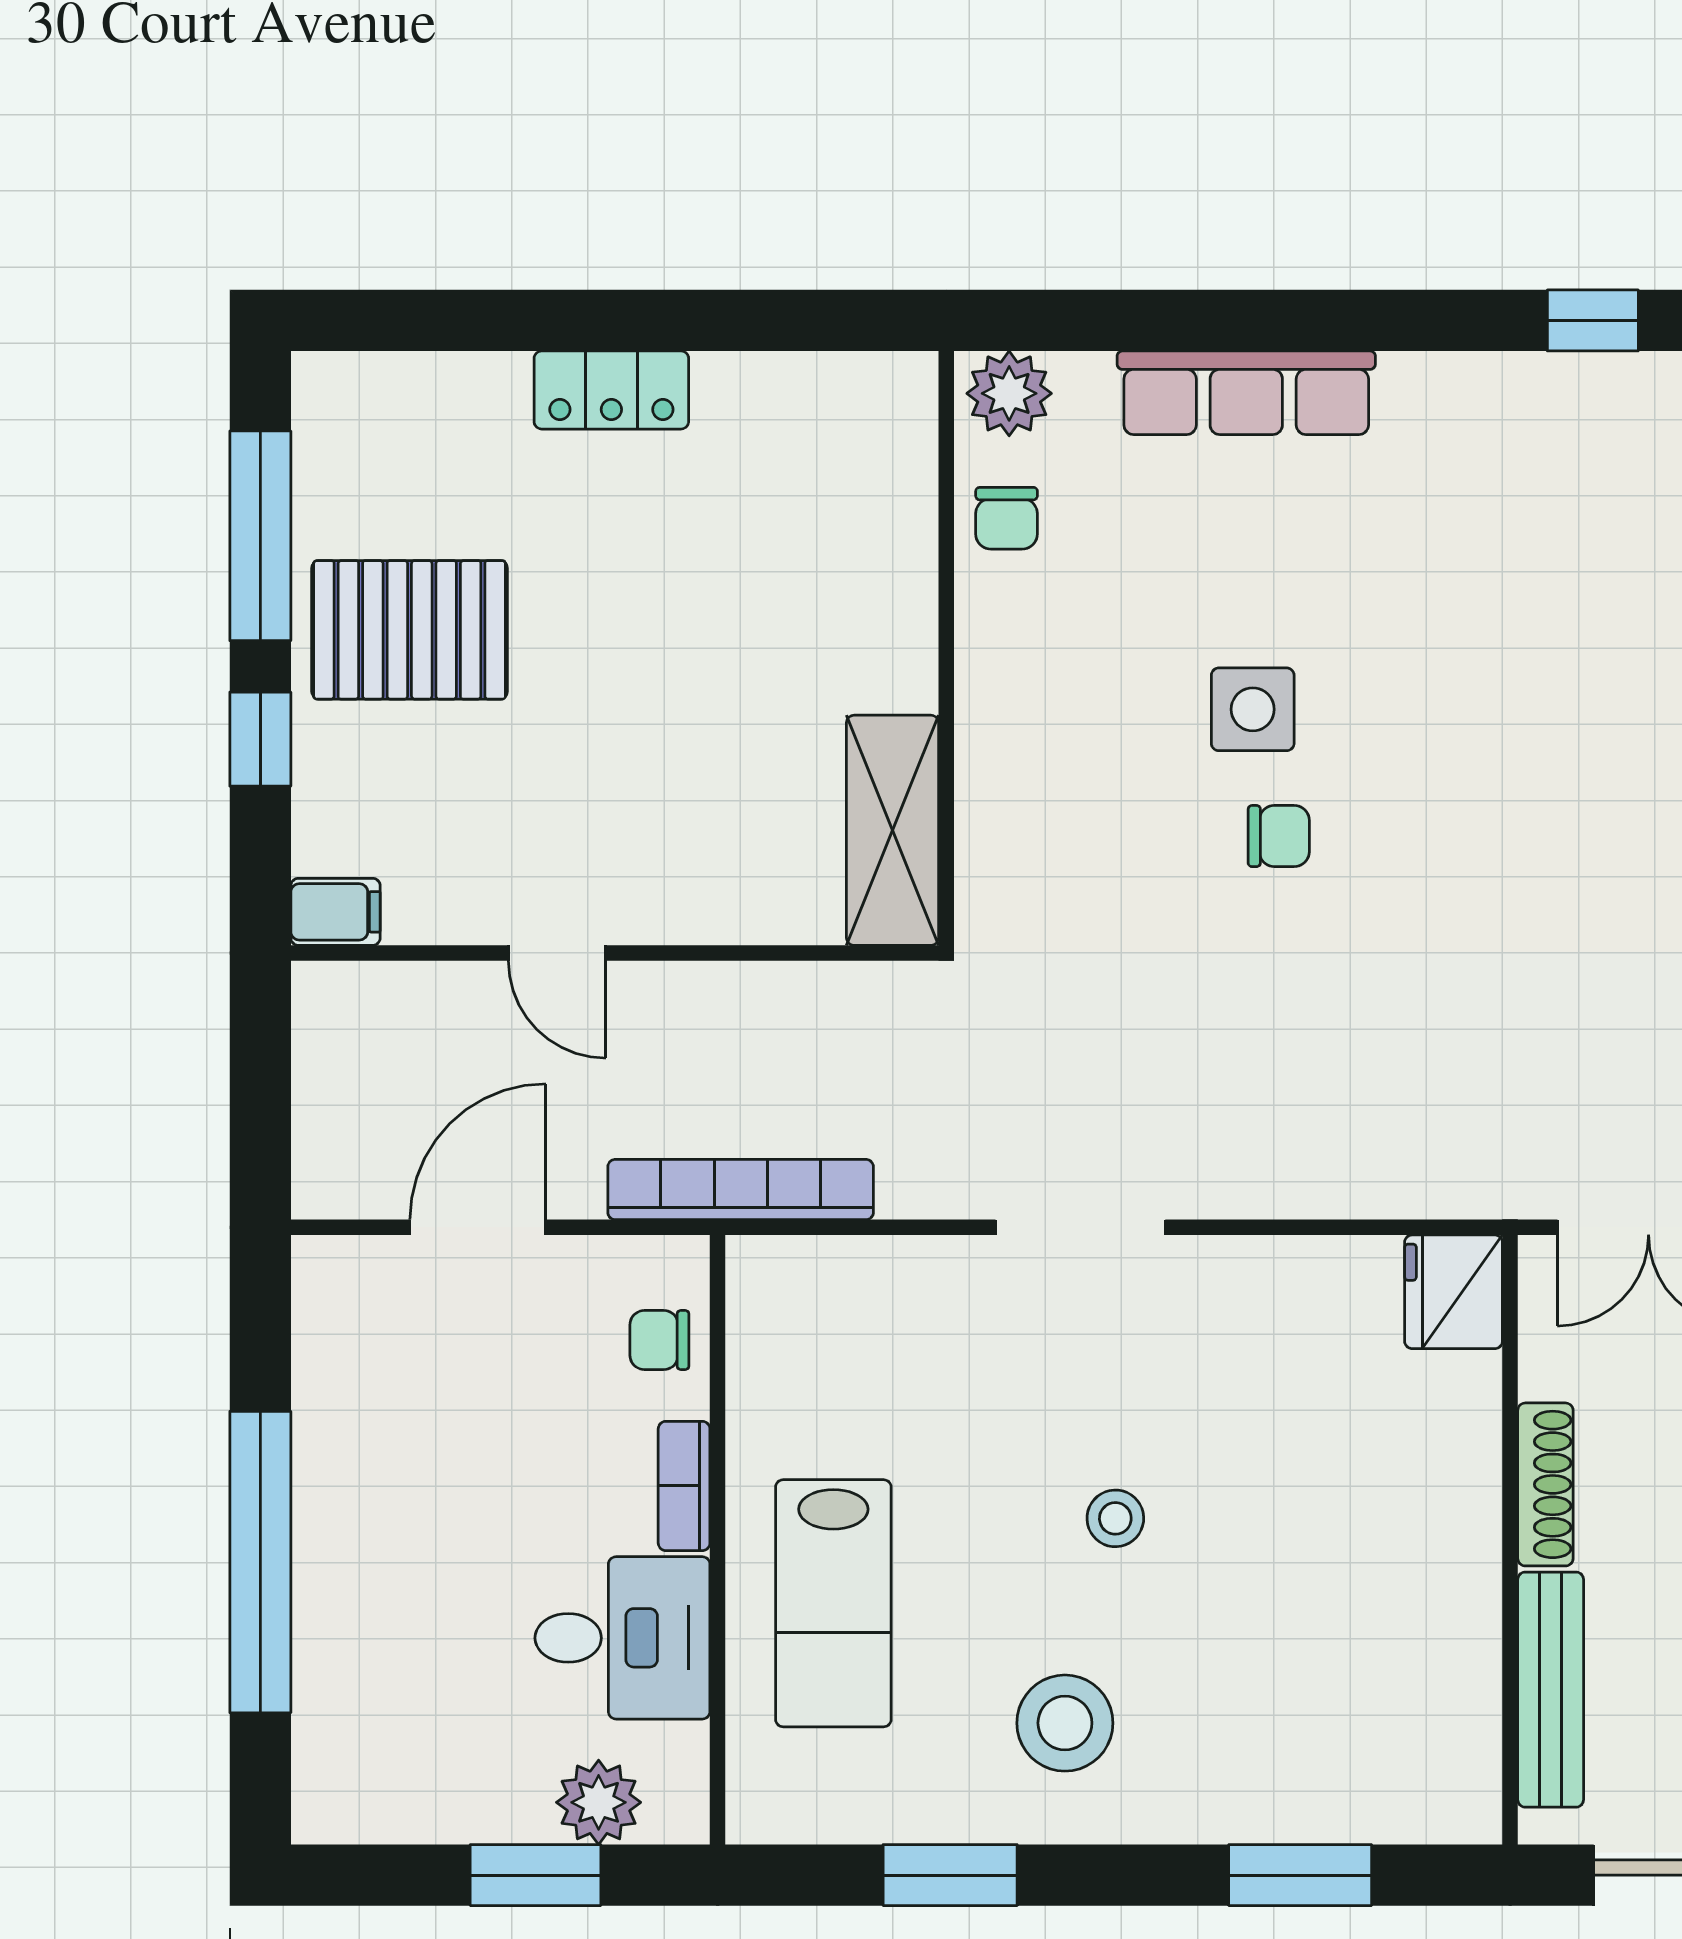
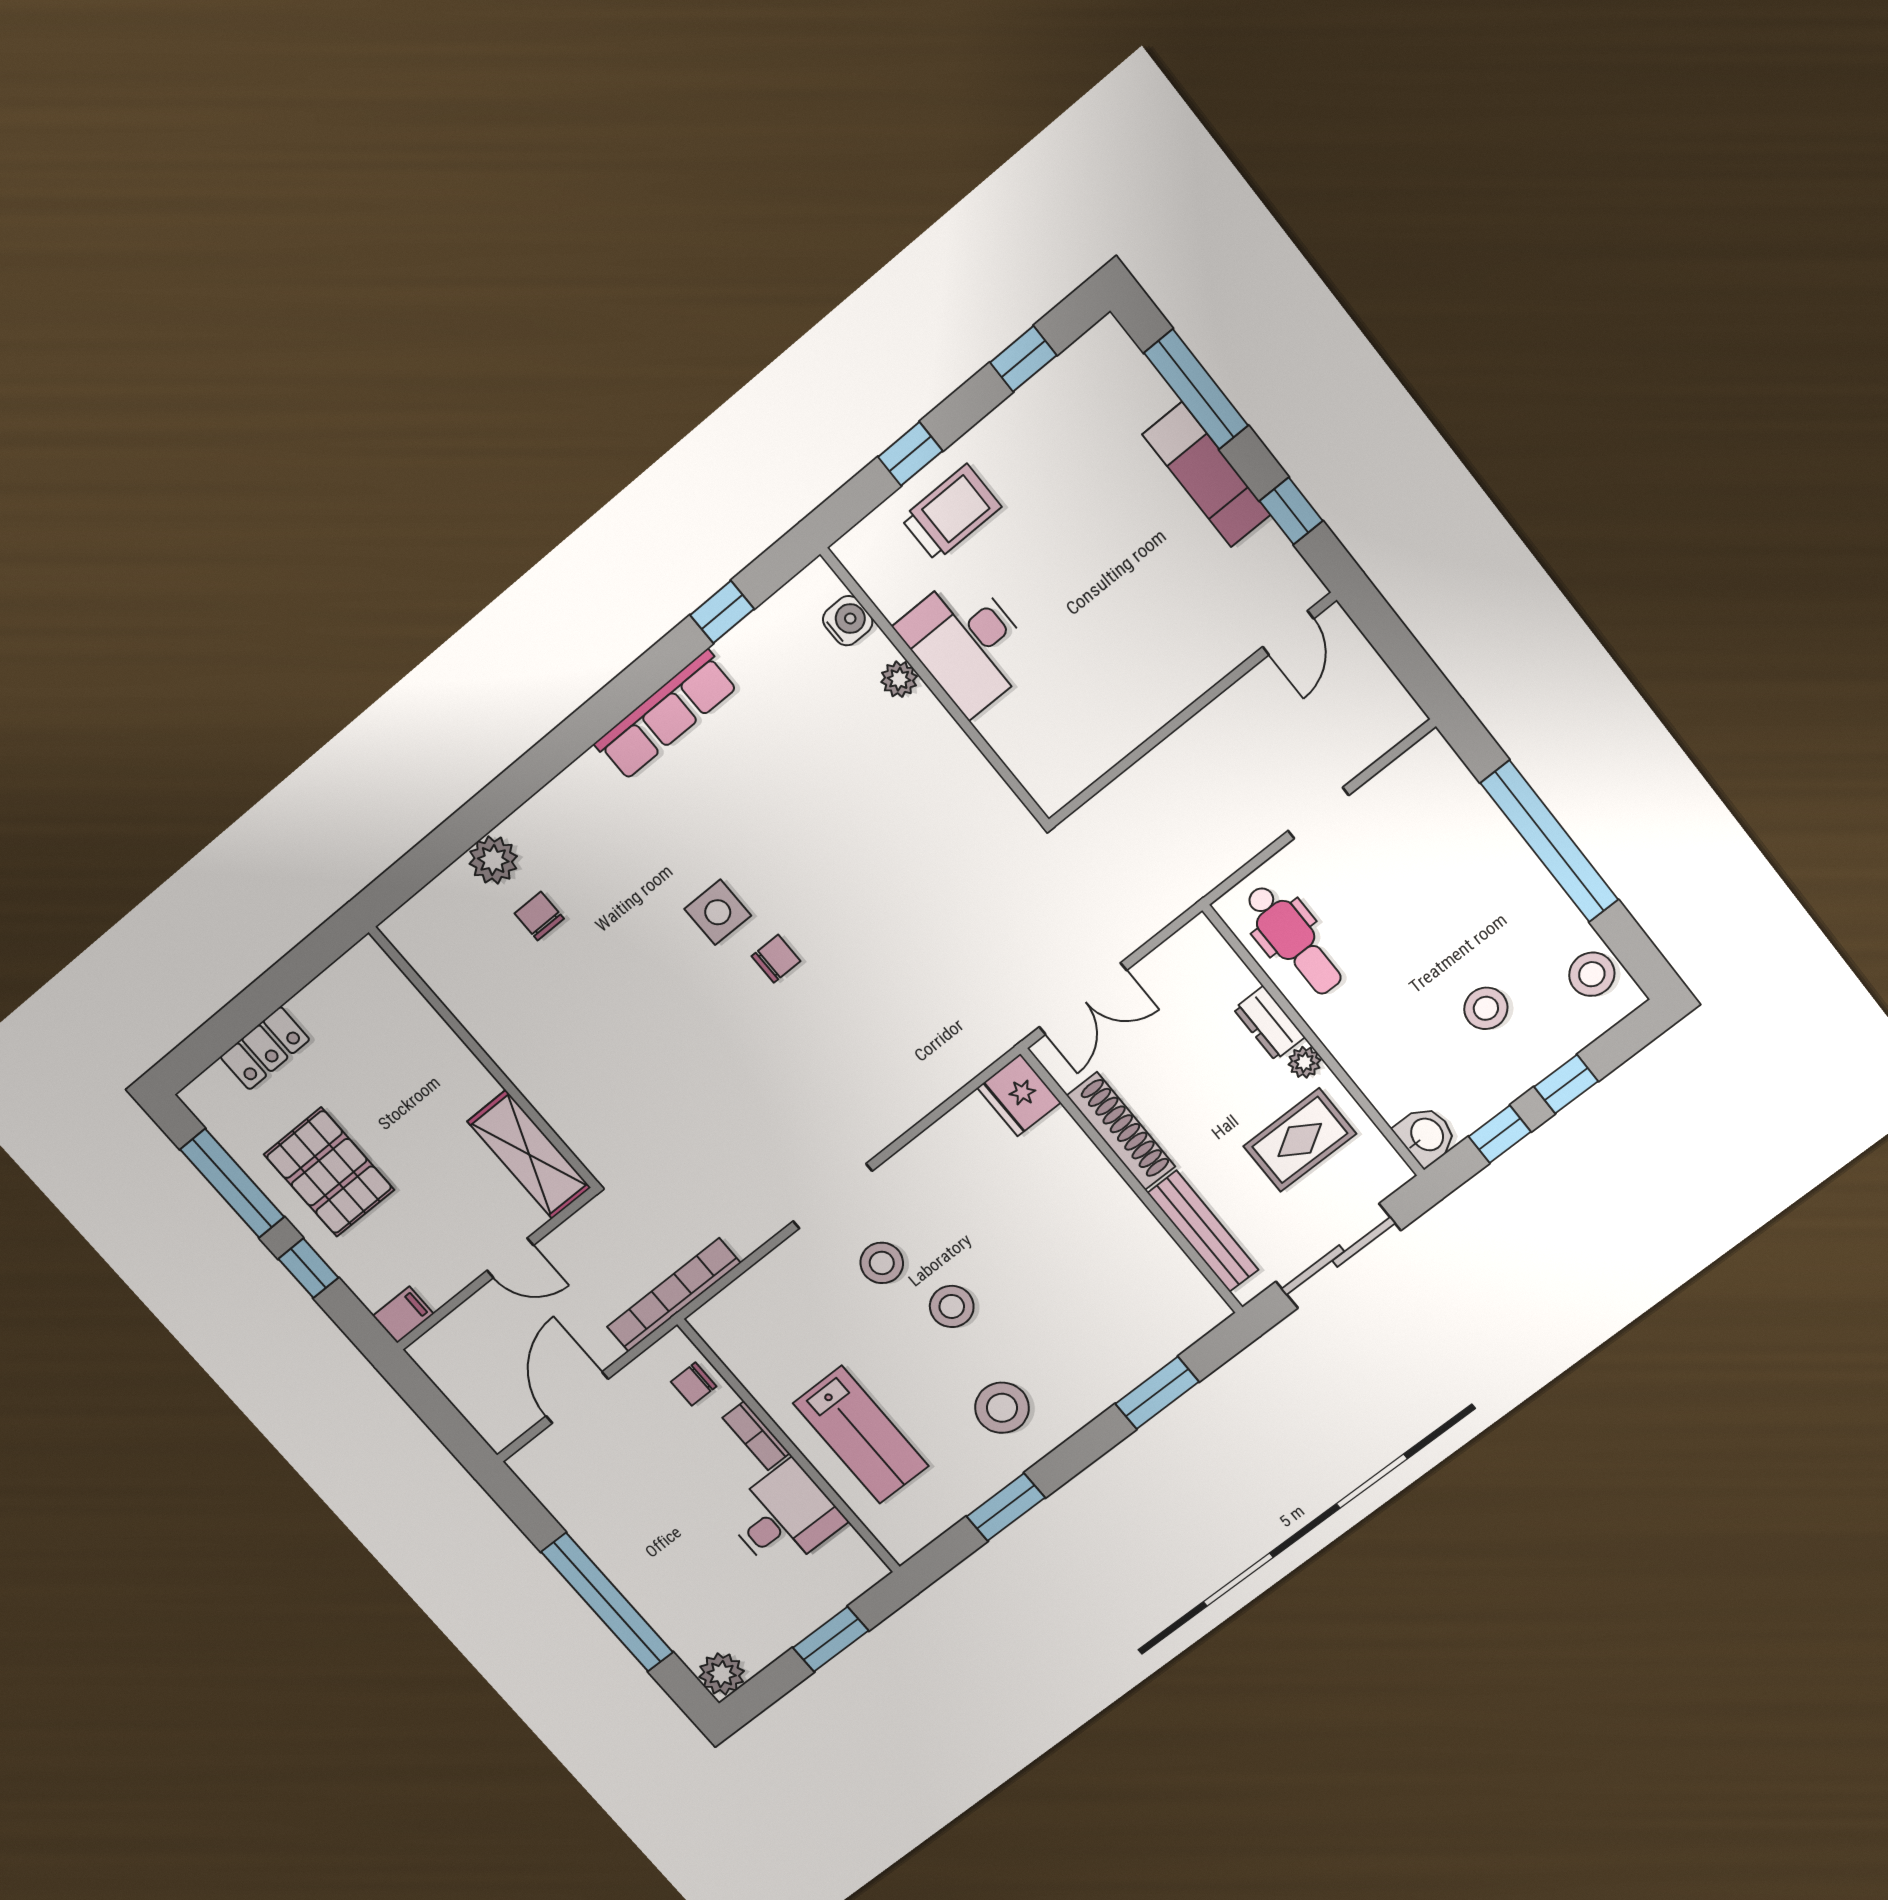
locker: (611, 390) -> (265, 1048), moved
row of seats: (1246, 393) -> (666, 715), moved
chair: (1007, 518) -> (539, 916), turned 180
pallet: (410, 630) -> (329, 1172), turned 90
wall: (946, 648) -> (484, 1058), moved
shelving: (893, 830) -> (529, 1155), moved
stool: (1070, 1377) -> (882, 1263), added
shoe rack: (1545, 1484) -> (1121, 1131), width x1.36, depth x1.24
stool: (1115, 1518) -> (952, 1306), width x1.37, depth x1.37
plant: (599, 1802) -> (722, 1674), moved

